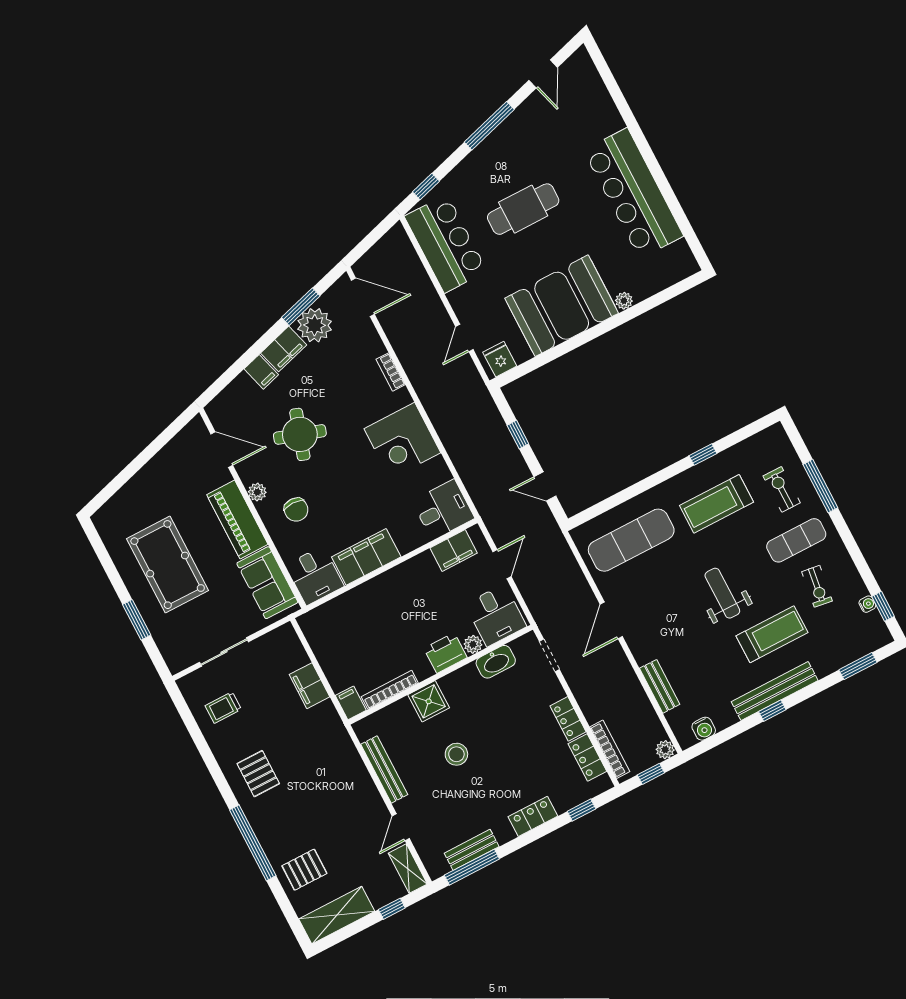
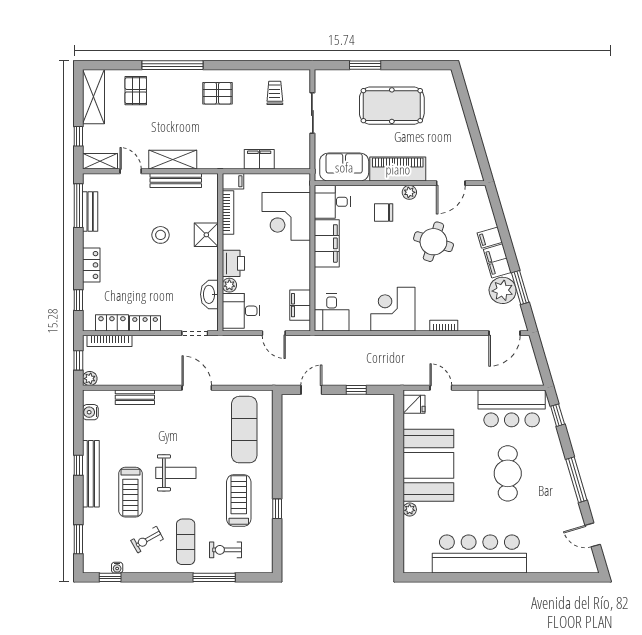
exercise bike: (782, 489) -> (226, 550), turned 180
exercise bike: (817, 586) -> (147, 540), turned -37
corner desk: (359, 620) -> (286, 216), added
shelving: (362, 785) -> (173, 160), added

